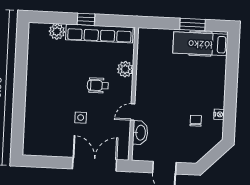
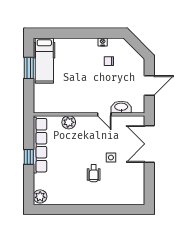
plant: (57, 32) -> (40, 196), moved
wheelchair: (98, 85) -> (94, 173), moved

